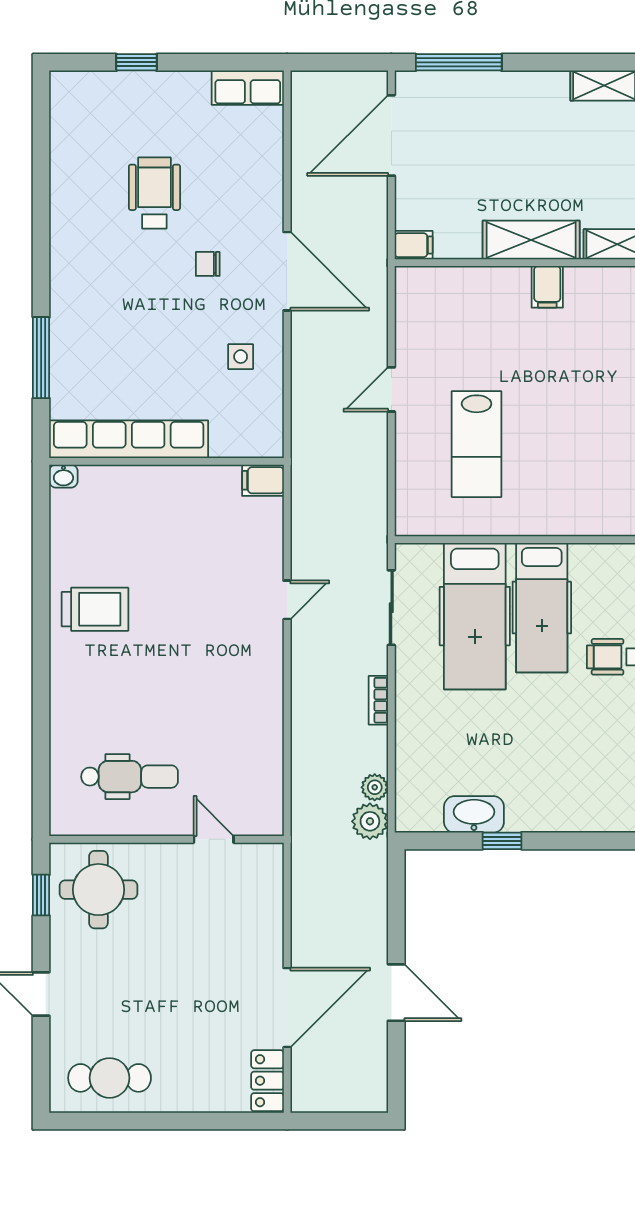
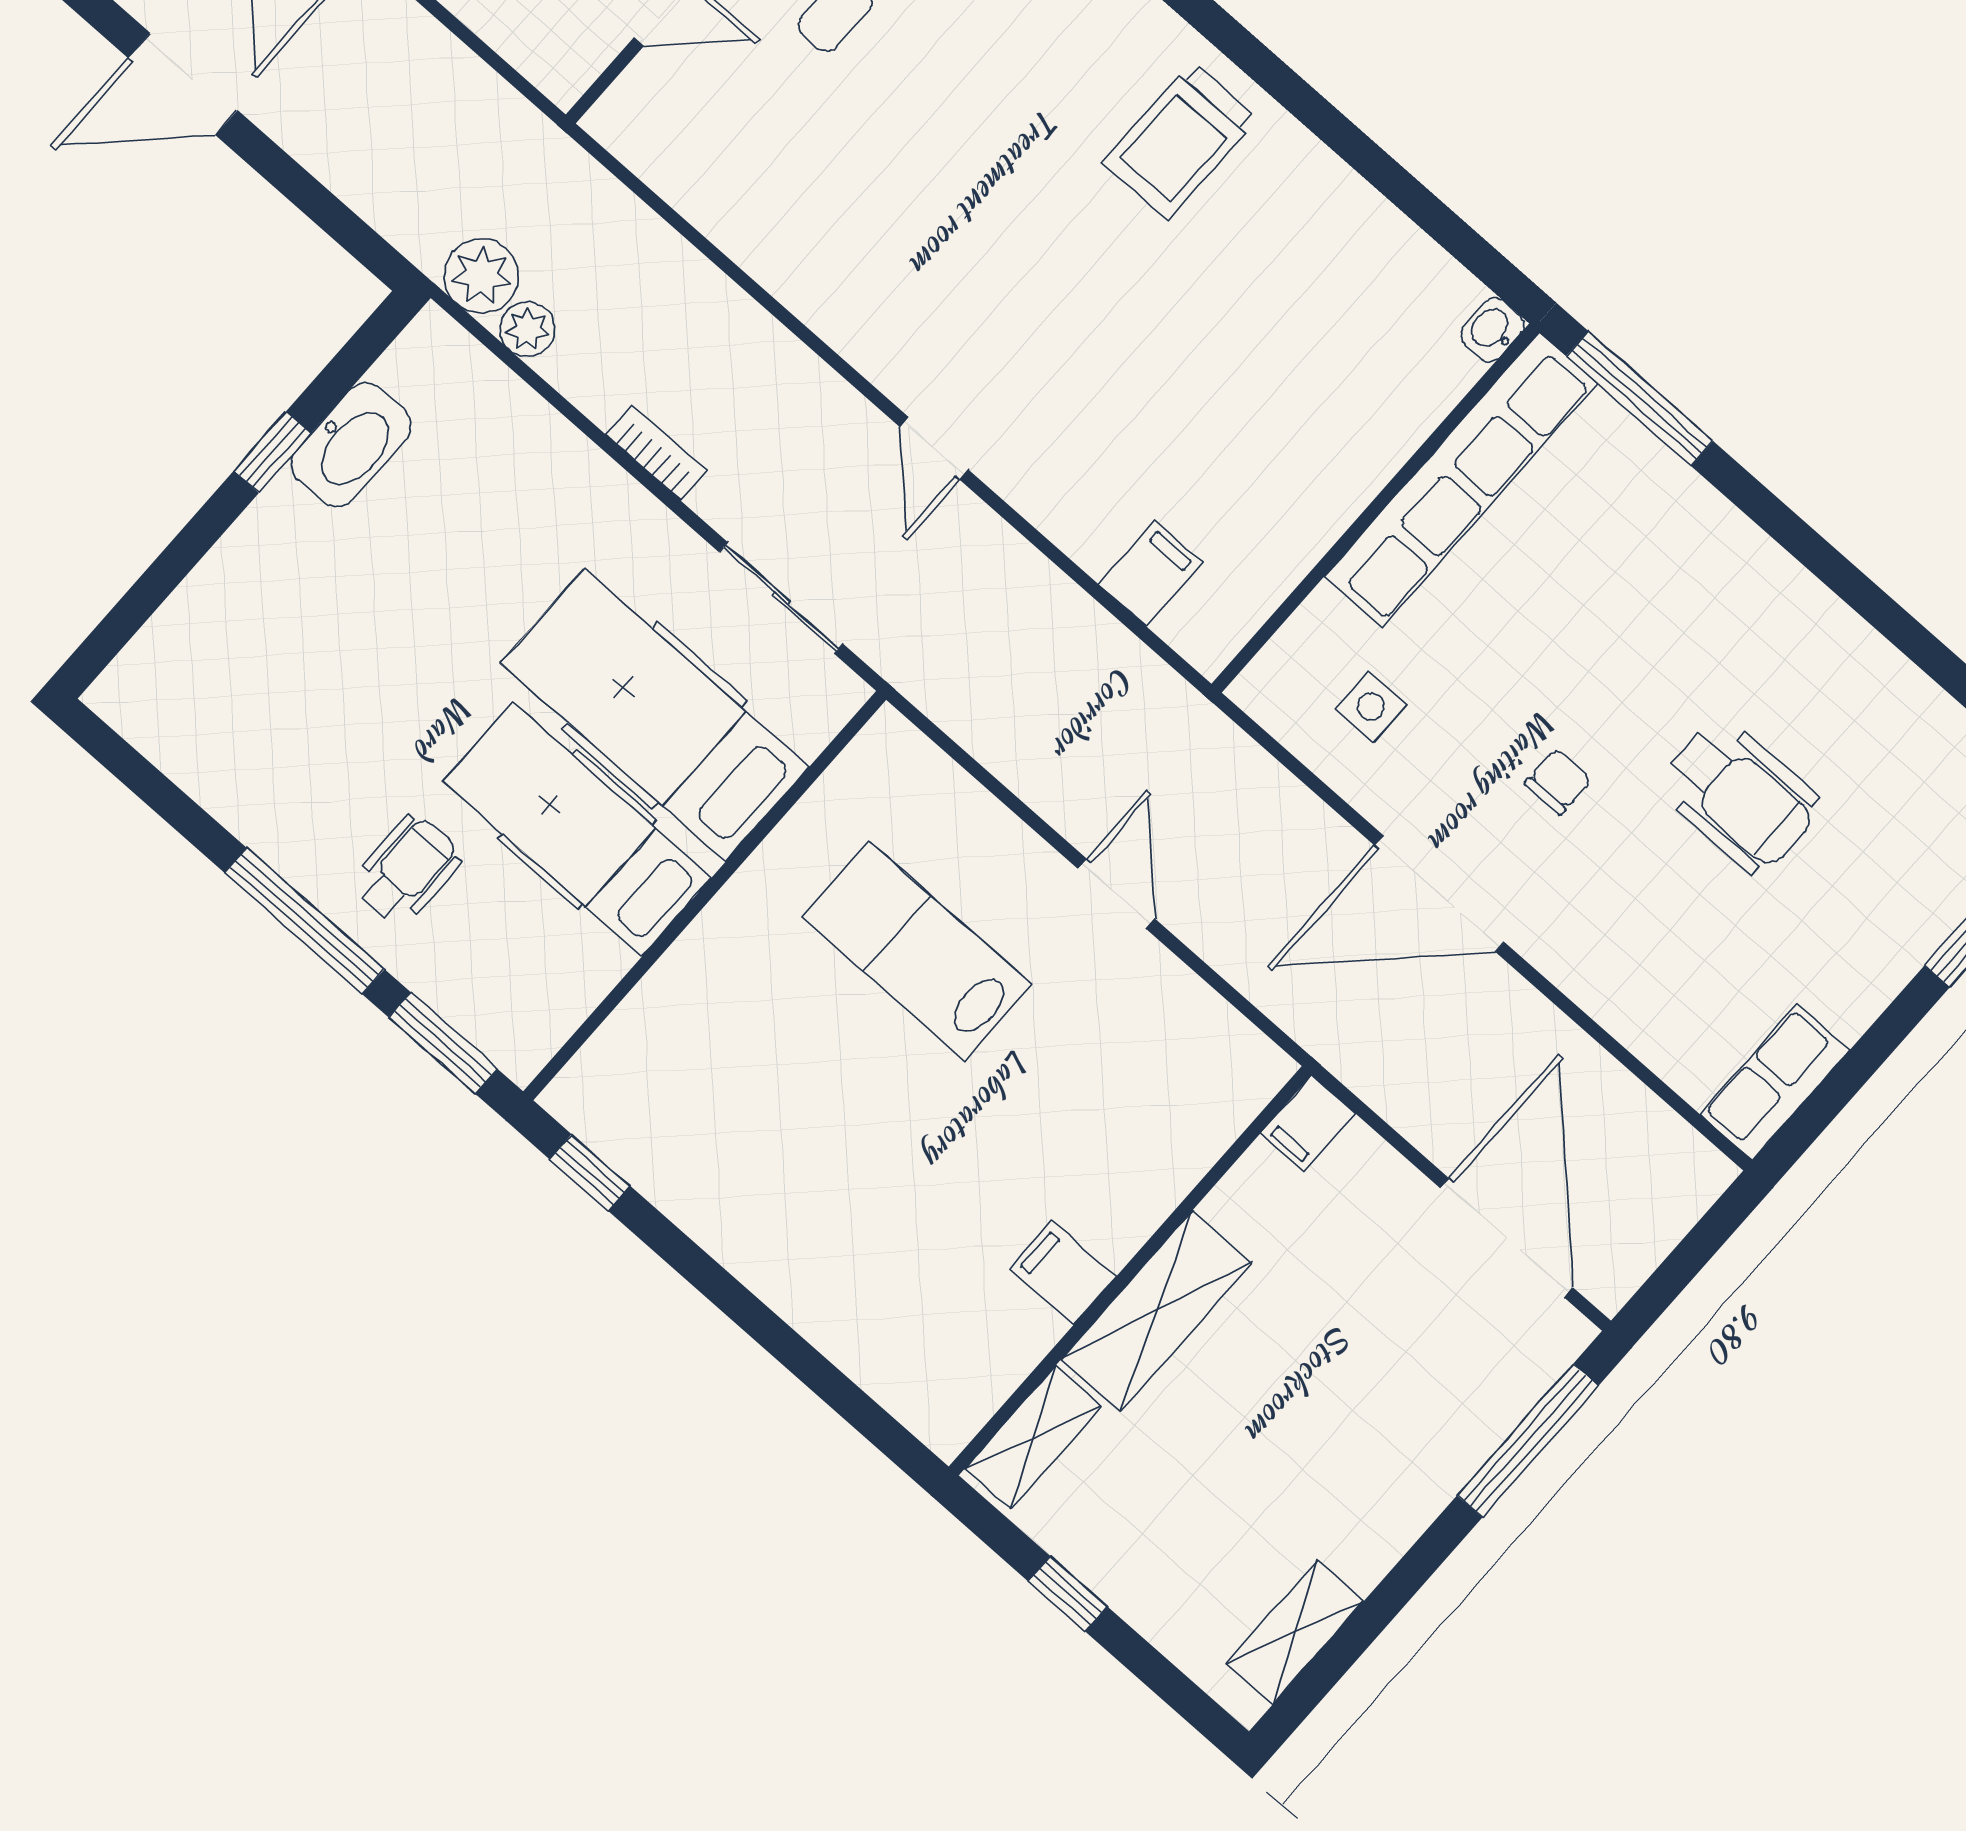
row of seats: (129, 439) -> (1461, 480), moved
wall: (166, 461) -> (1375, 508), moved
washbasin: (63, 476) -> (1492, 330), moved

